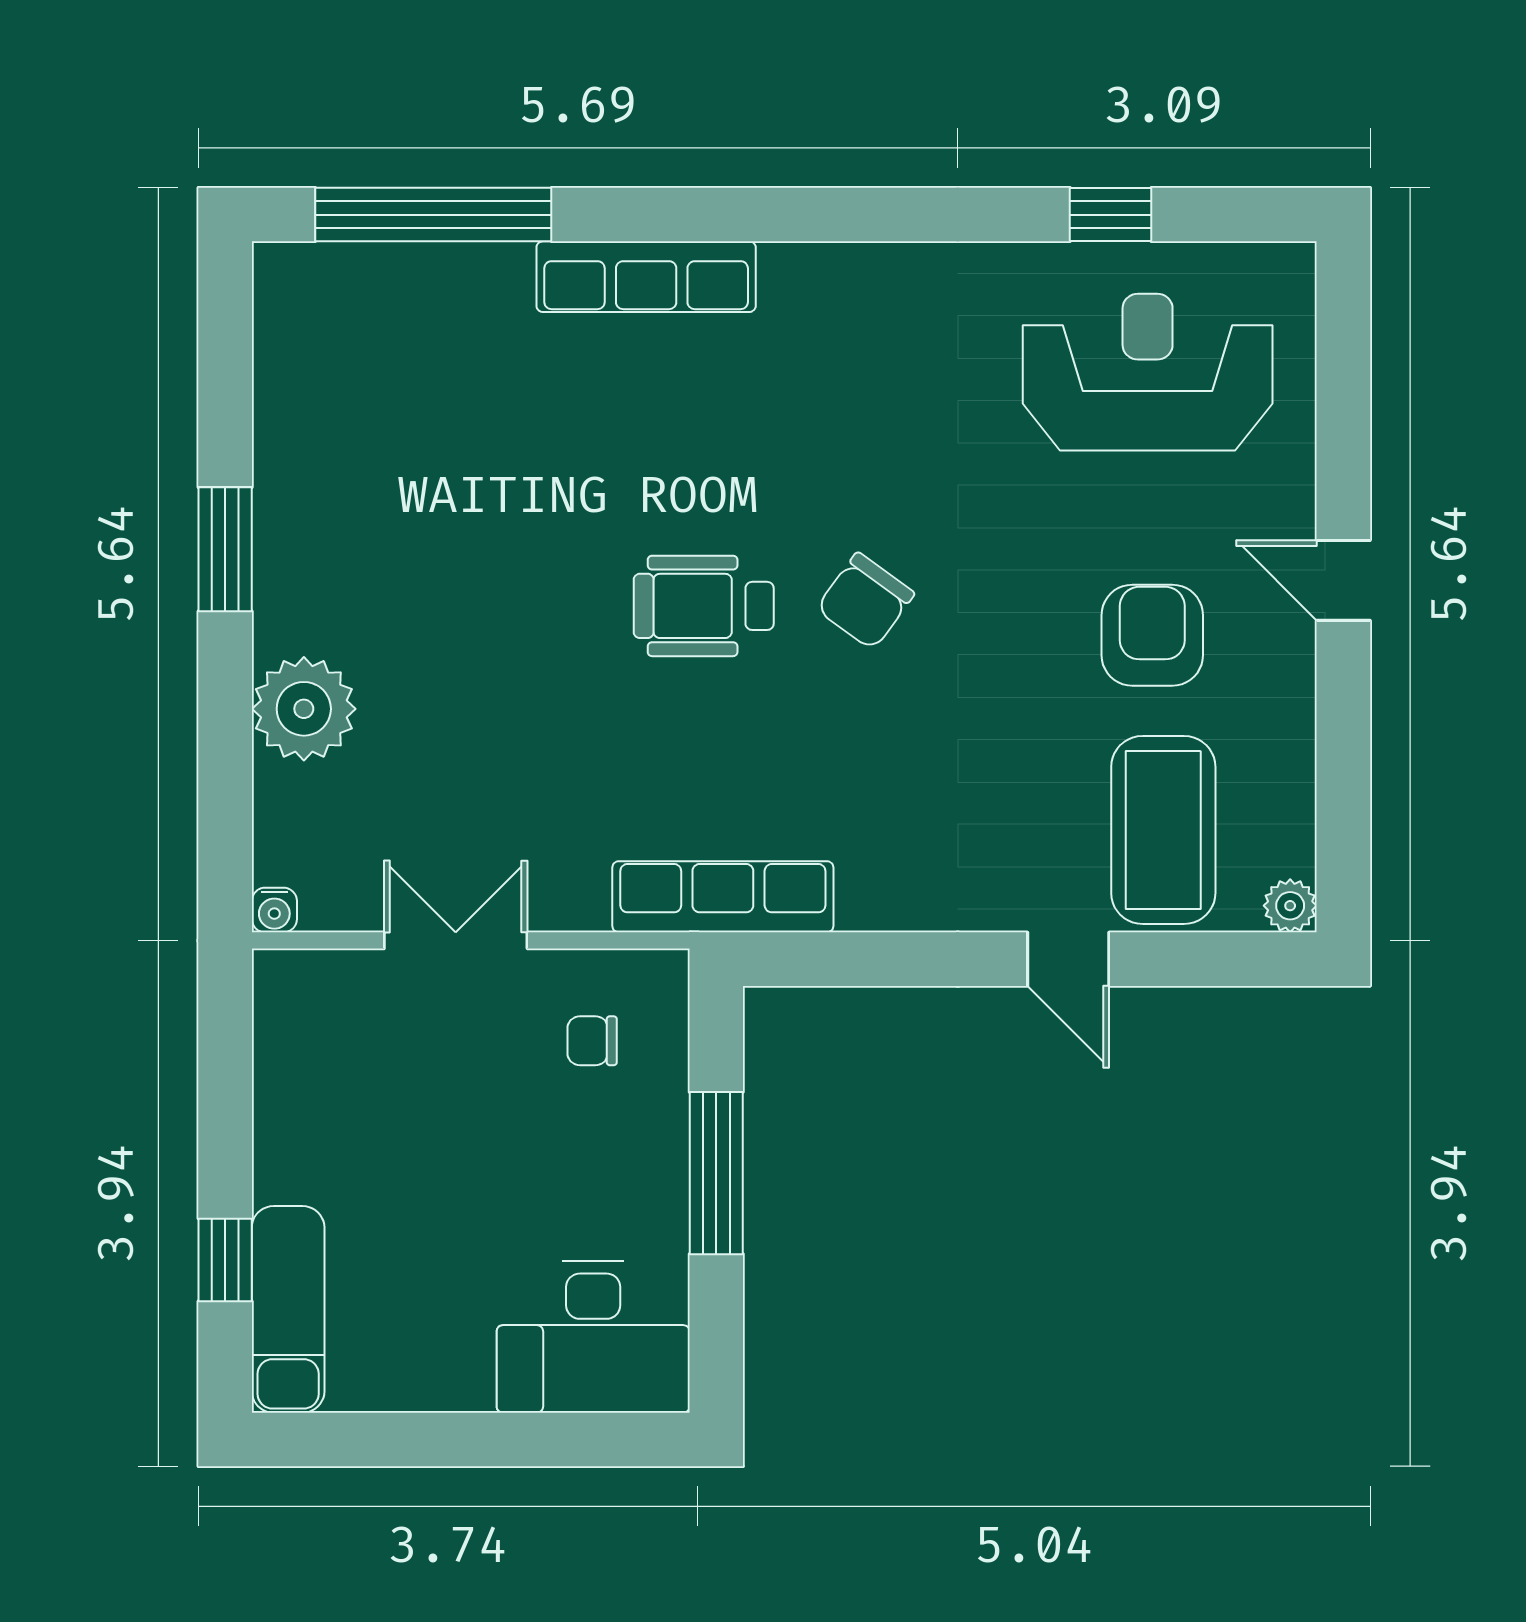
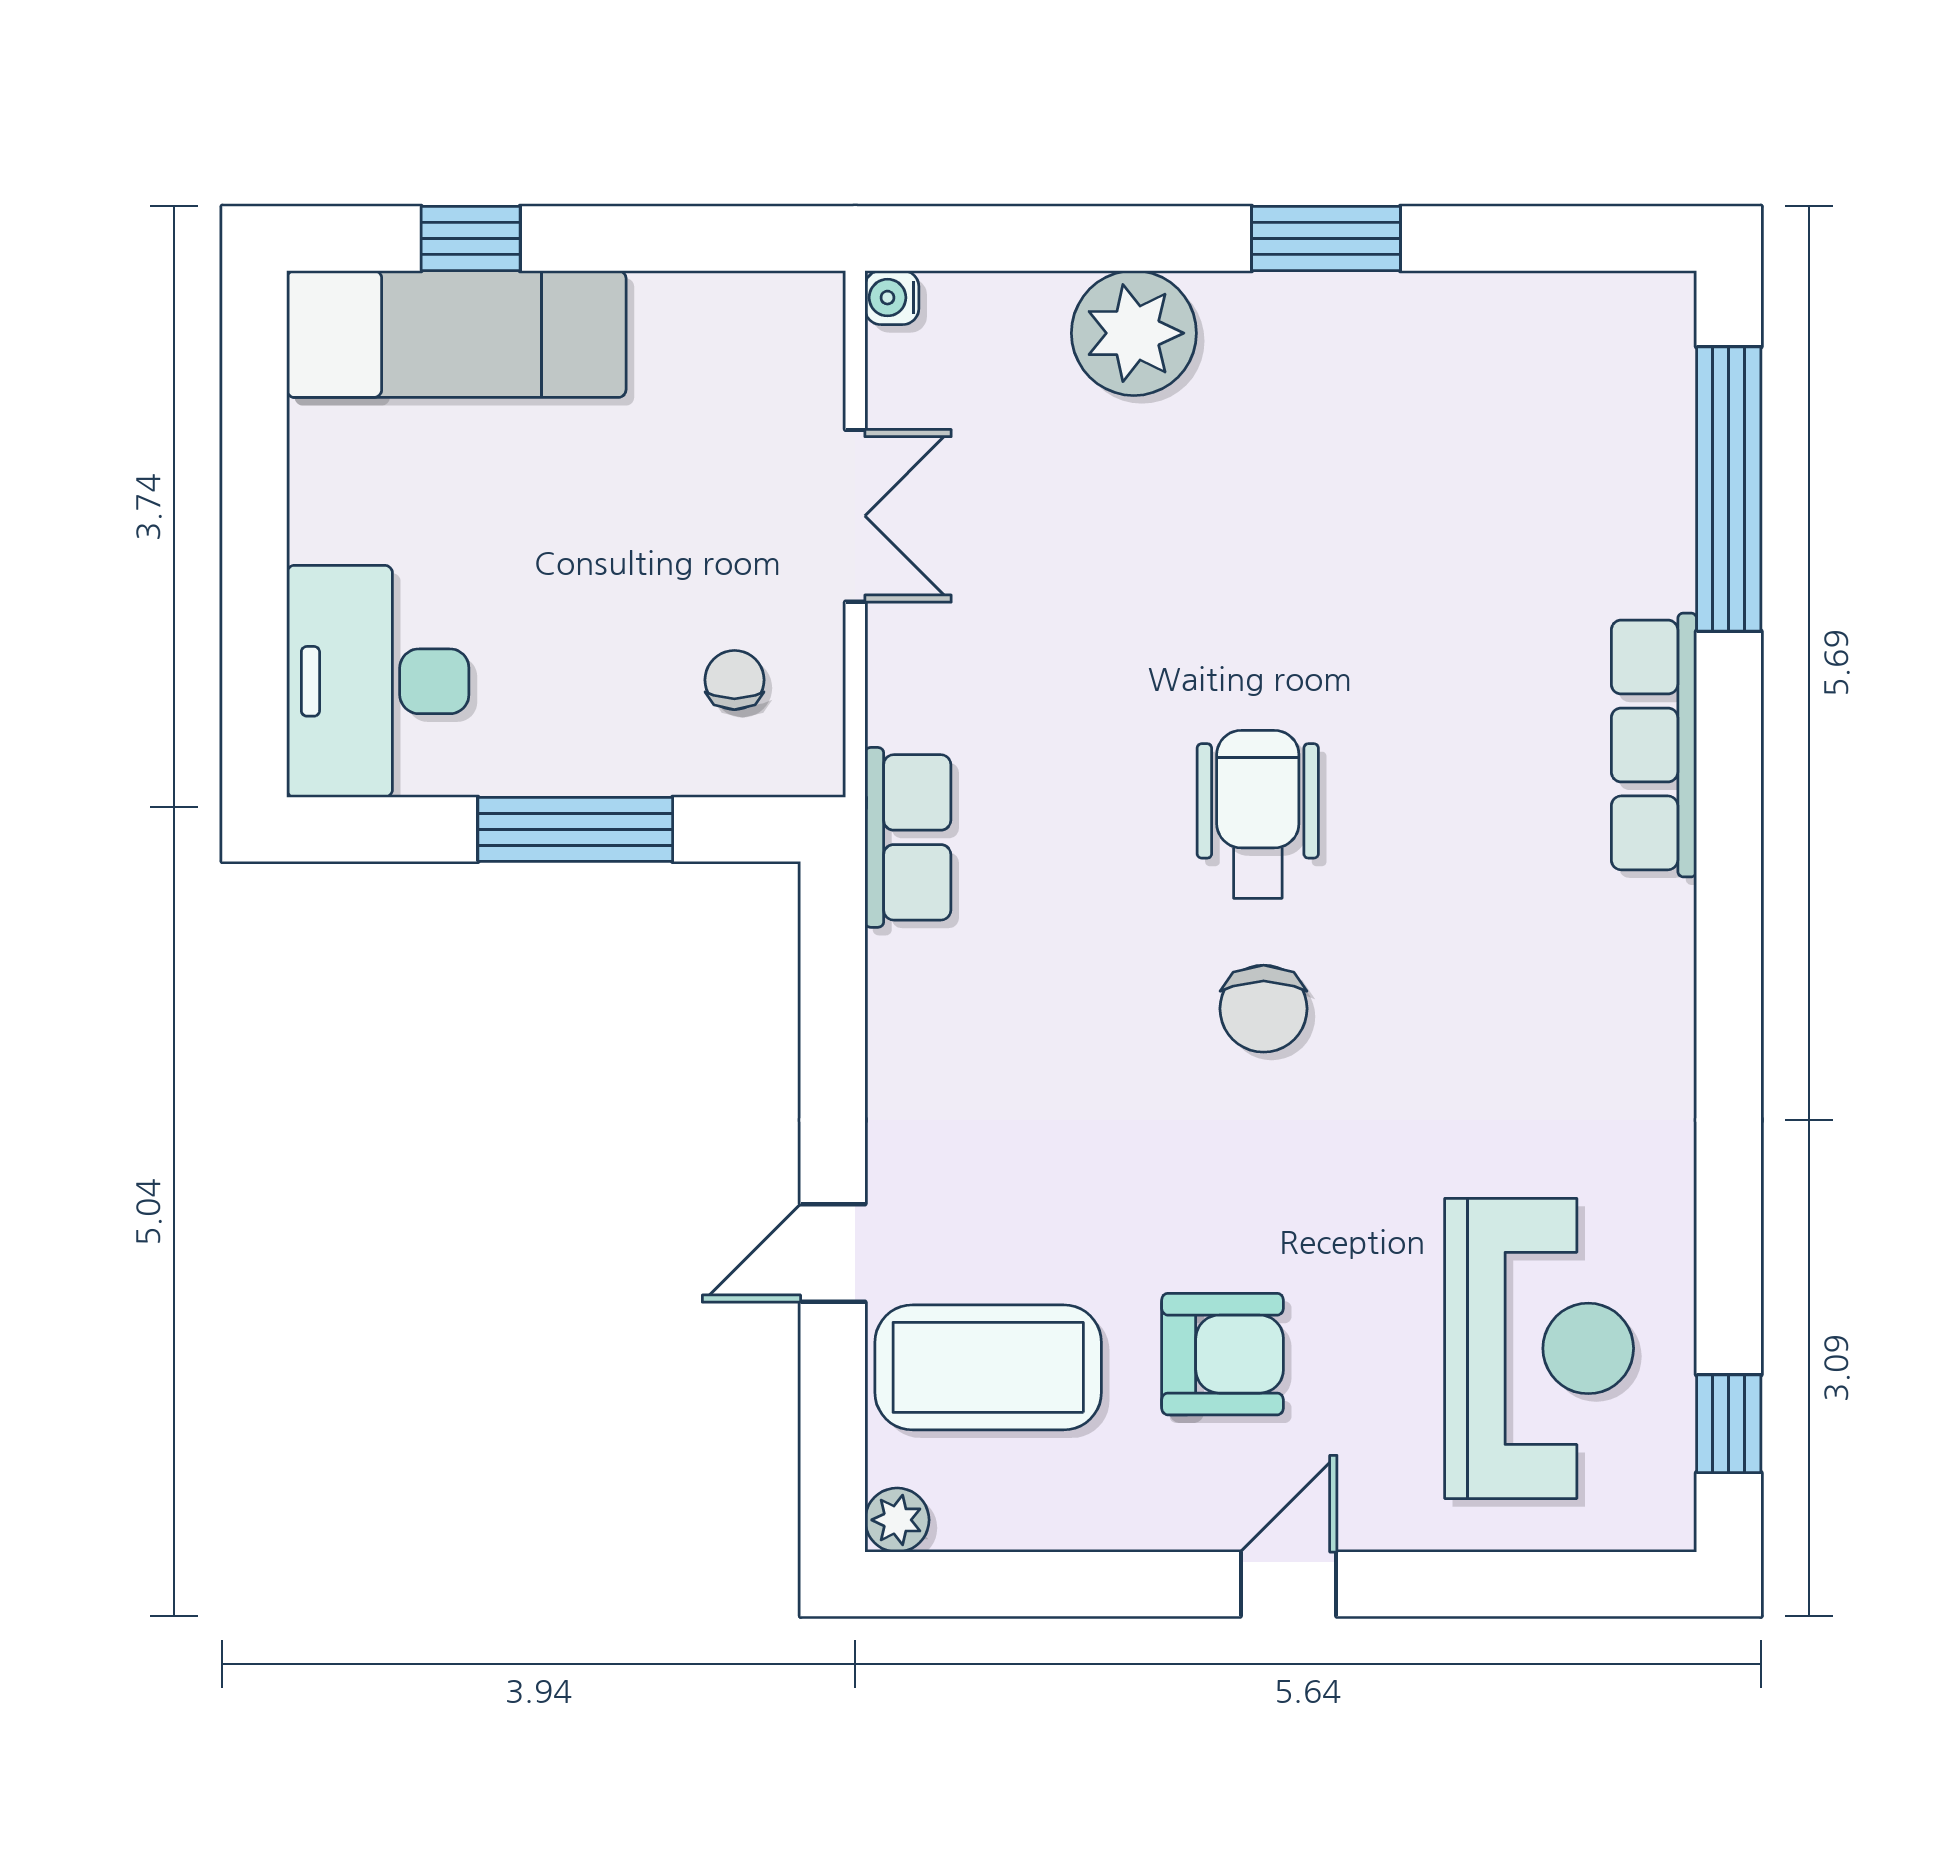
window: (1111, 215) -> (1729, 1424), moved
chair: (865, 601) -> (1264, 1009), turned -126
row of seats: (723, 897) -> (908, 837), width x0.68
exam couch: (288, 1309) -> (456, 334), width x1.36, depth x1.45

